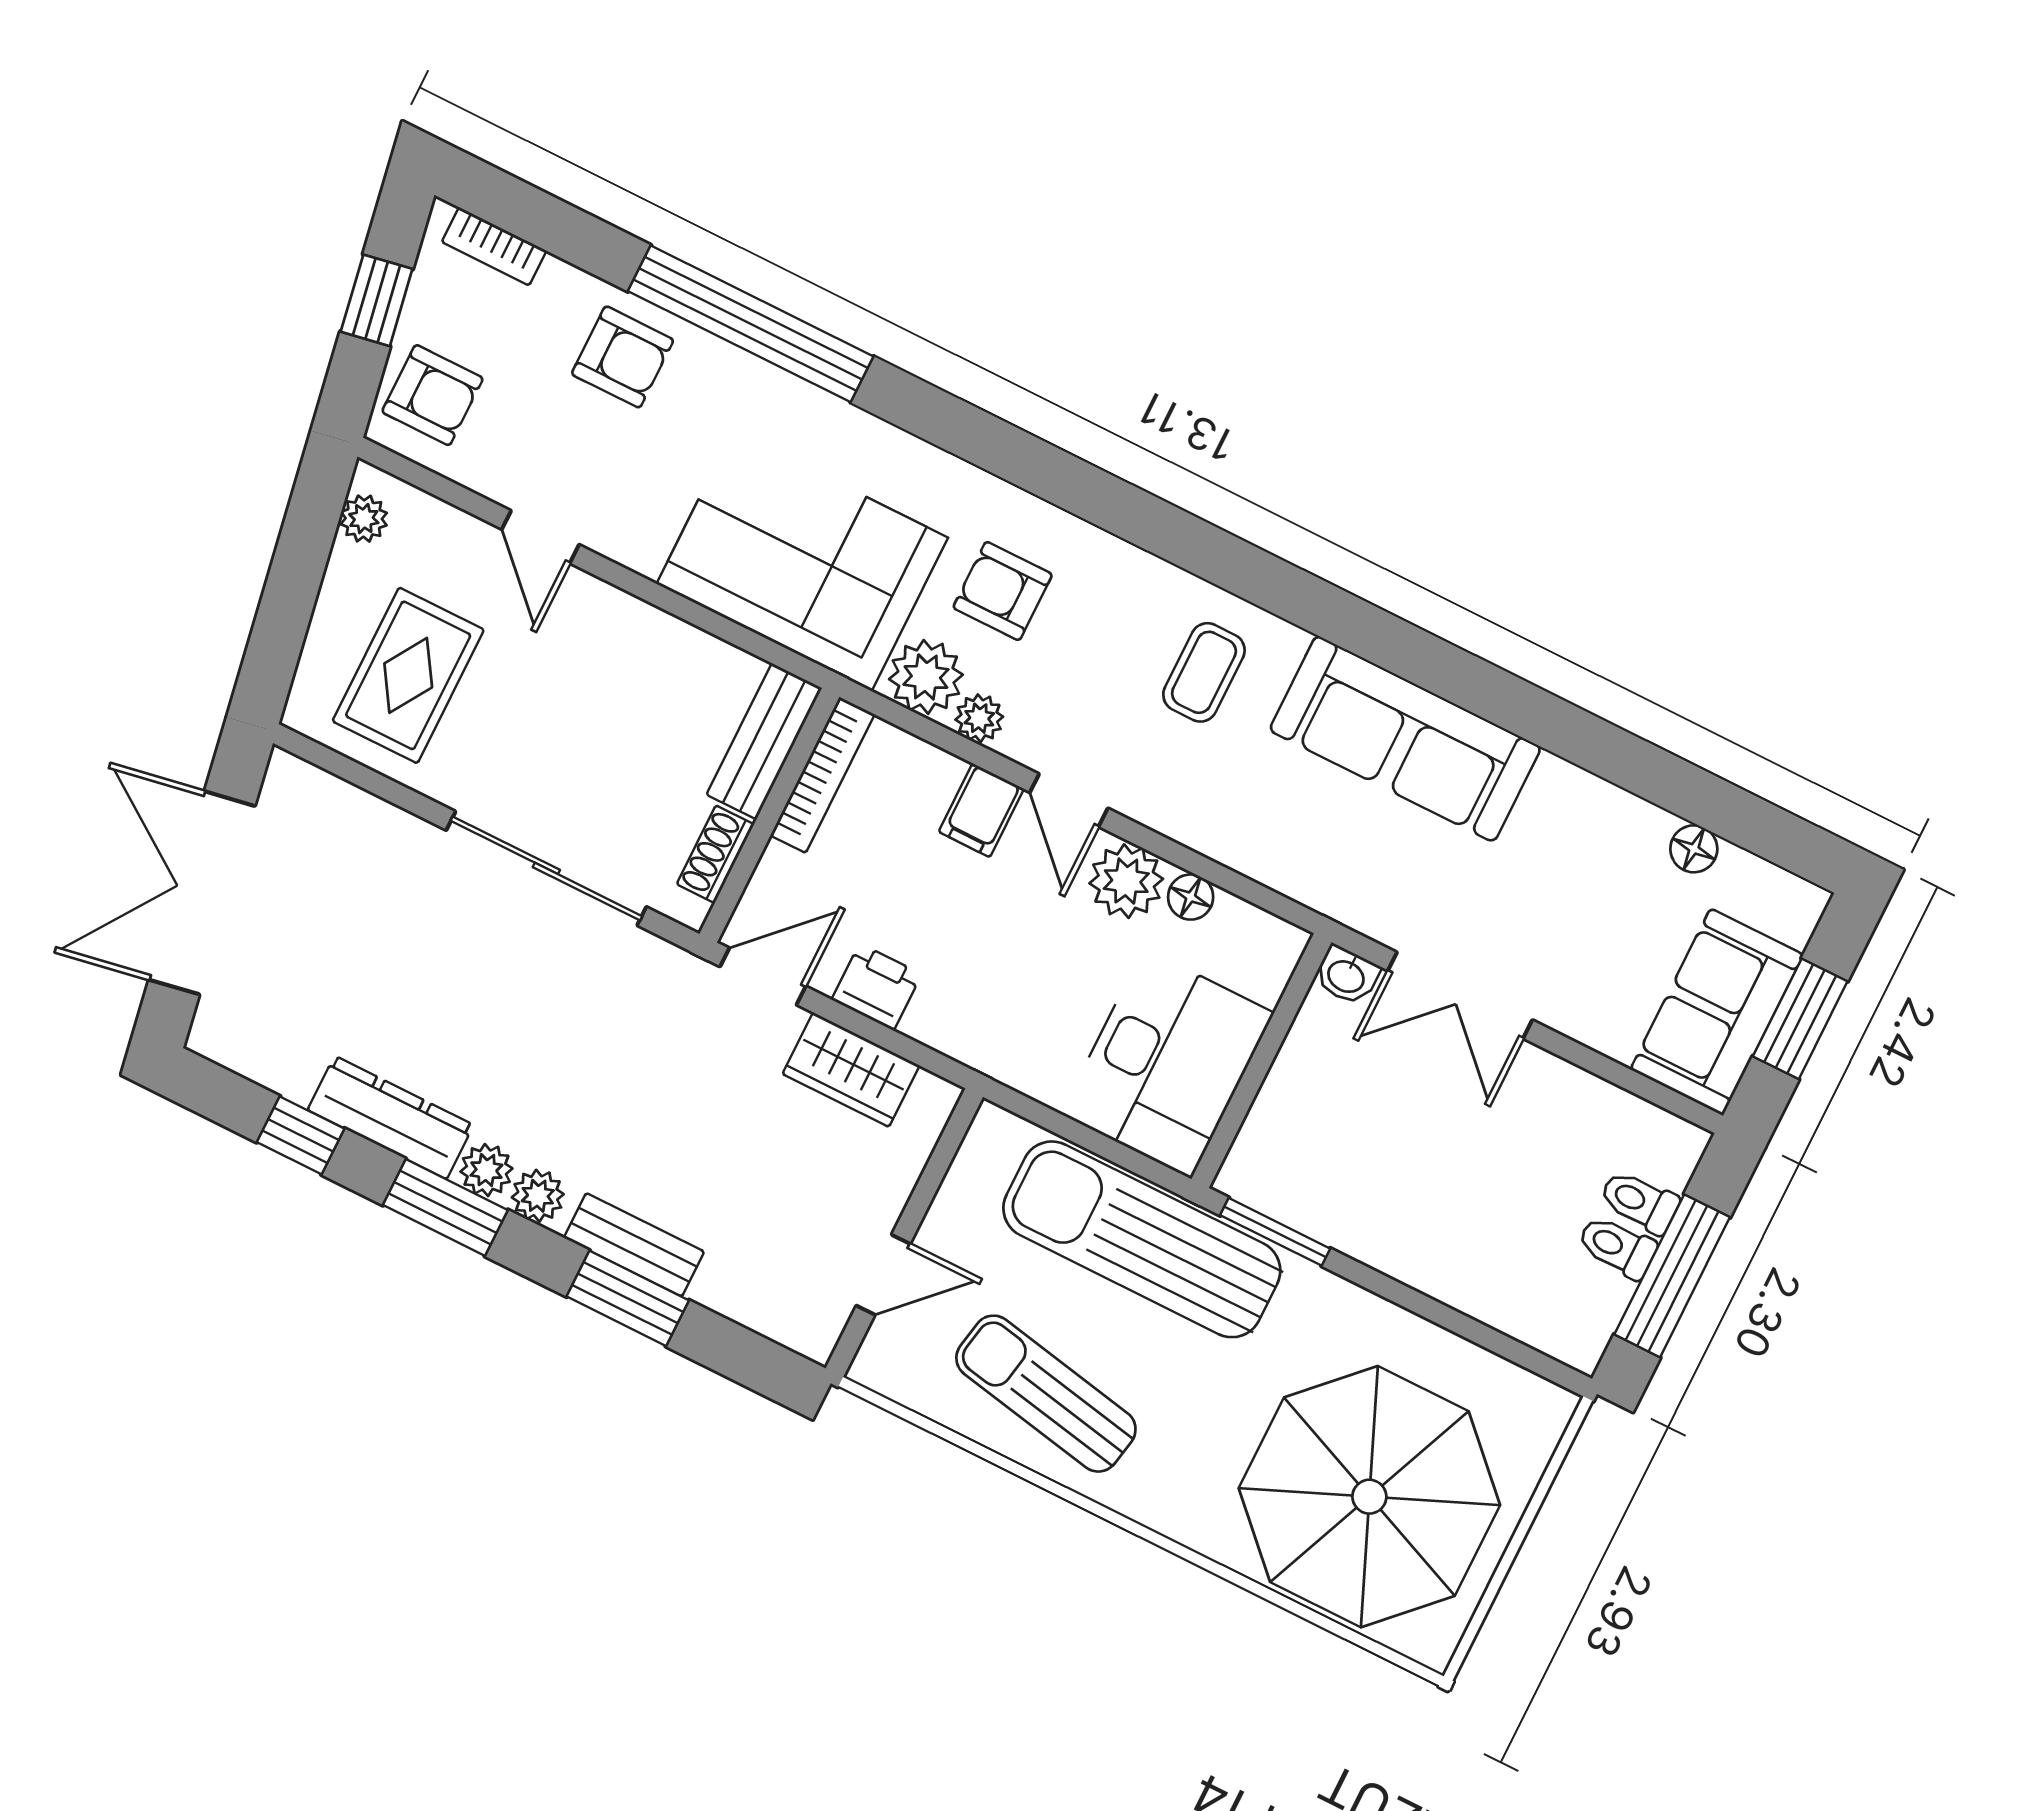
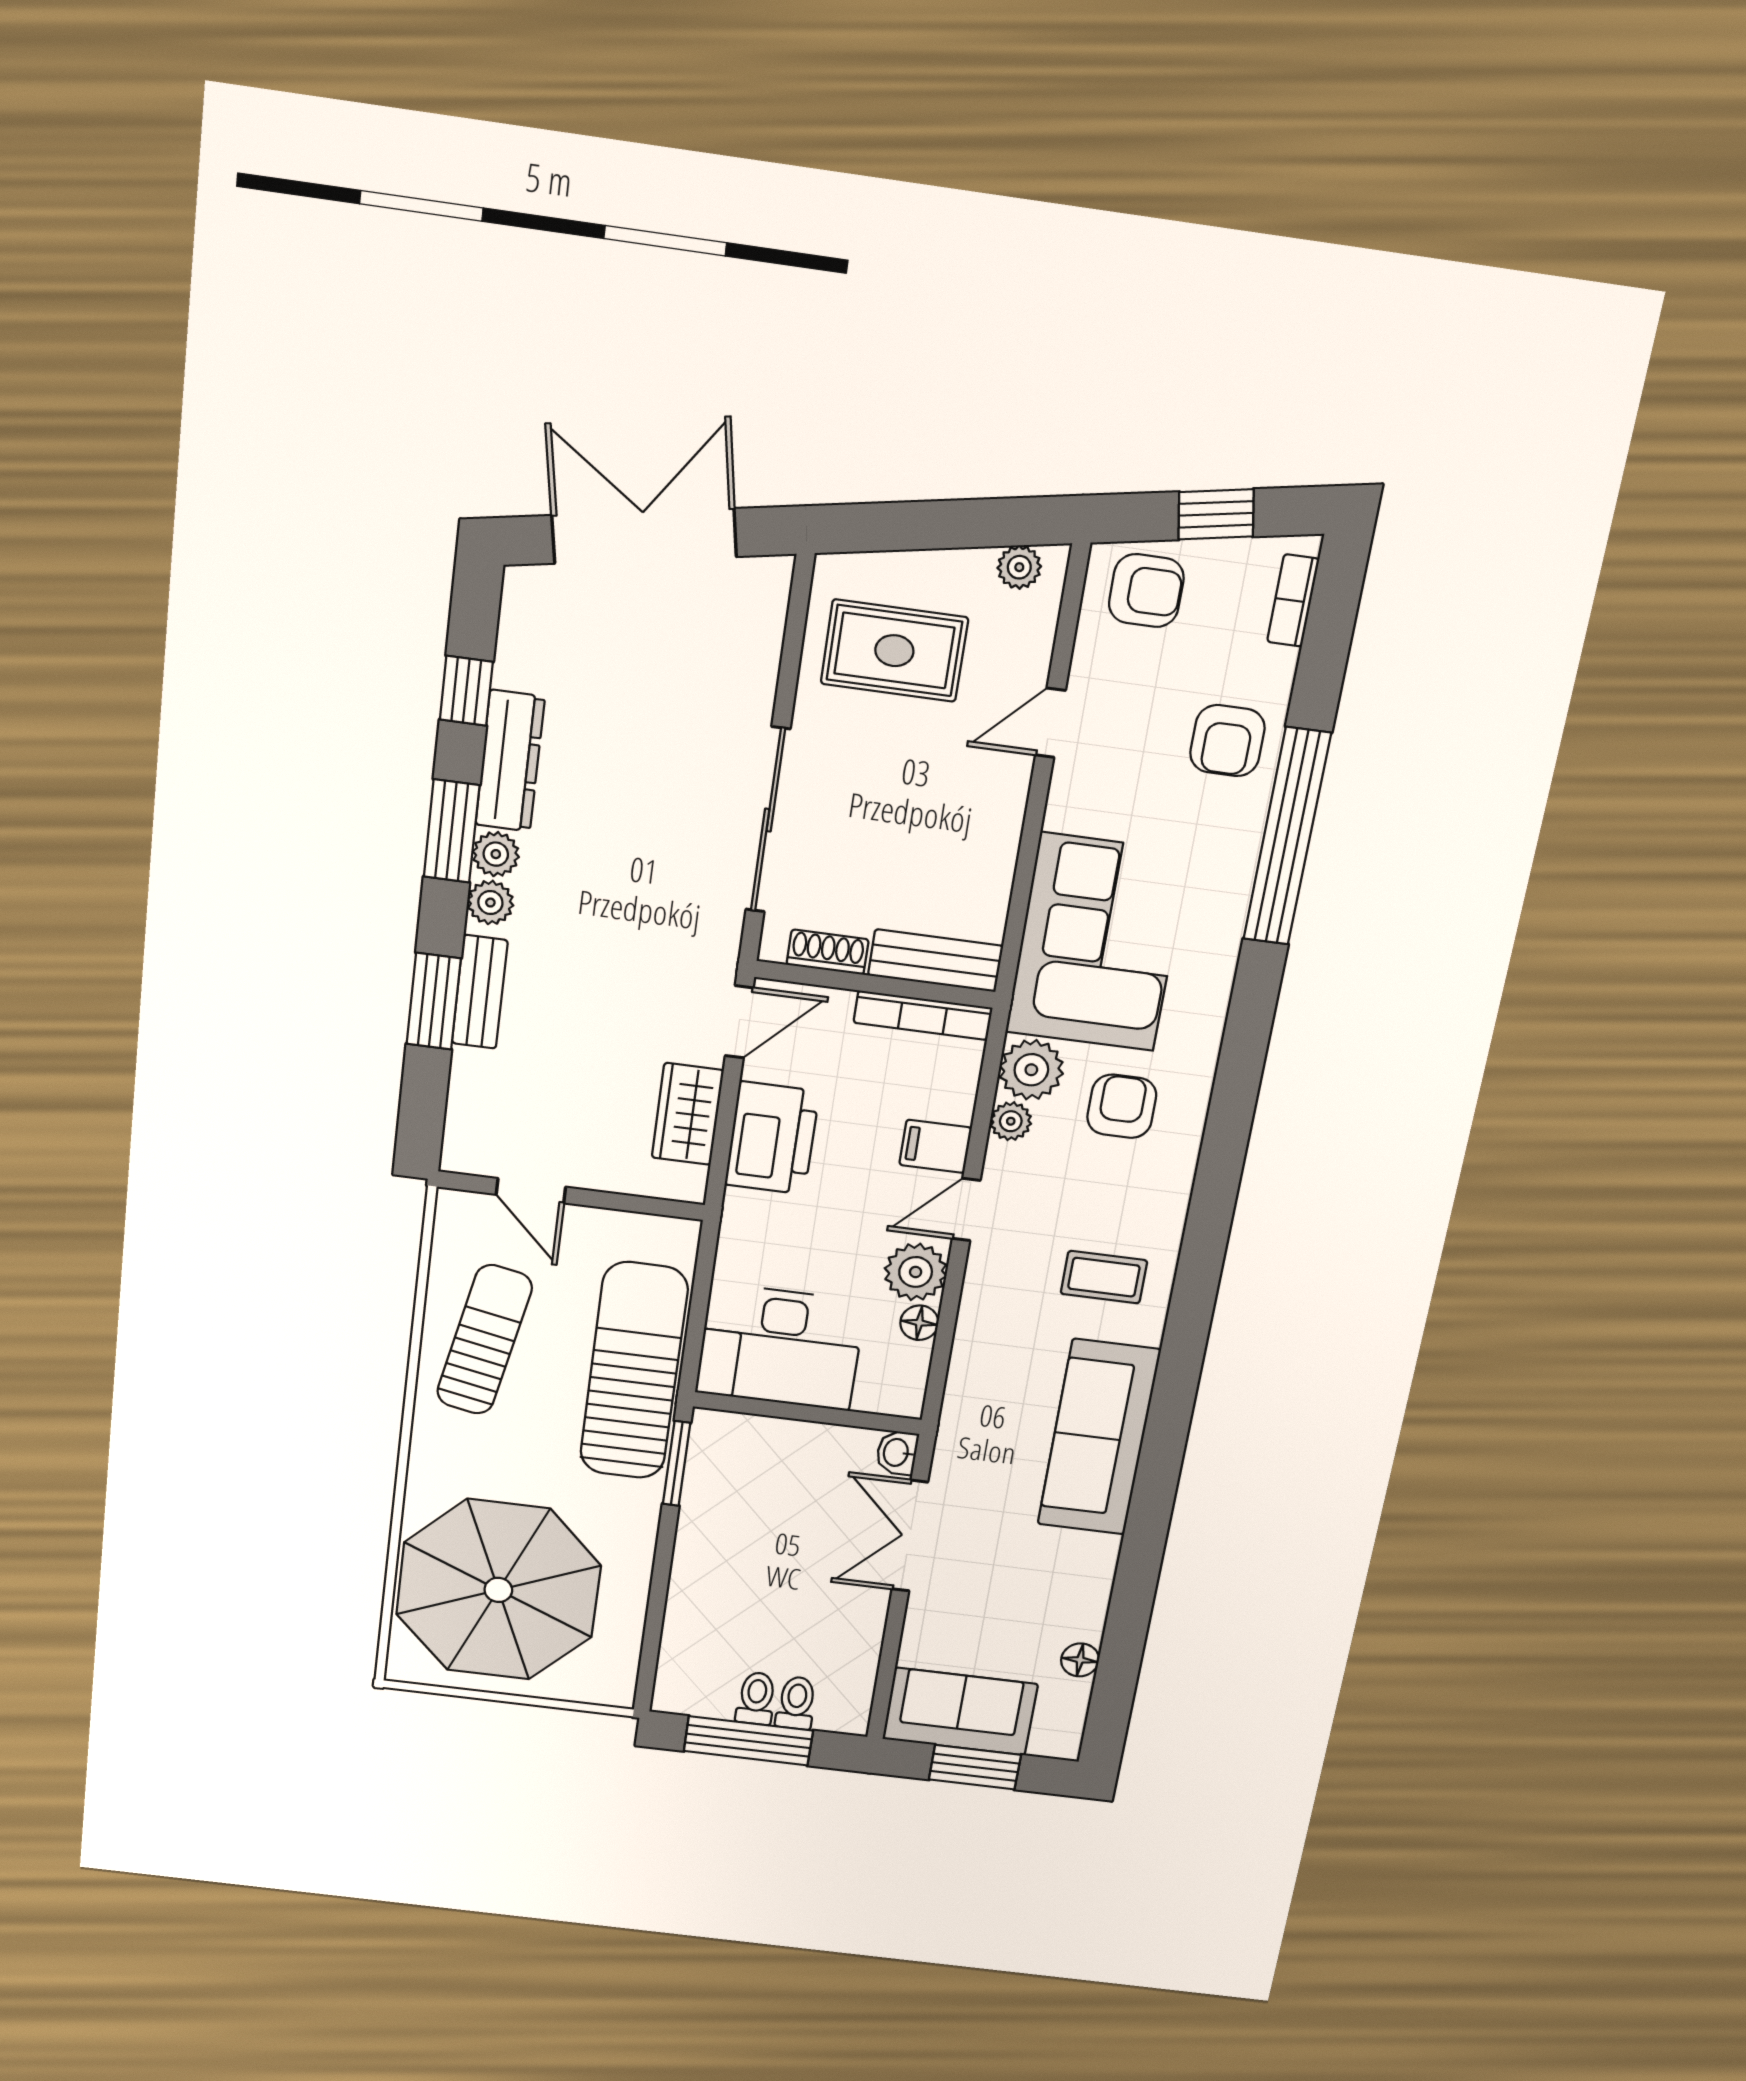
armchair: (432, 395) -> (1146, 591), turned -90
door: (763, 976) -> (739, 1022), hinge flipped
printer: (877, 987) -> (772, 1138), width x1.87, depth x1.48

